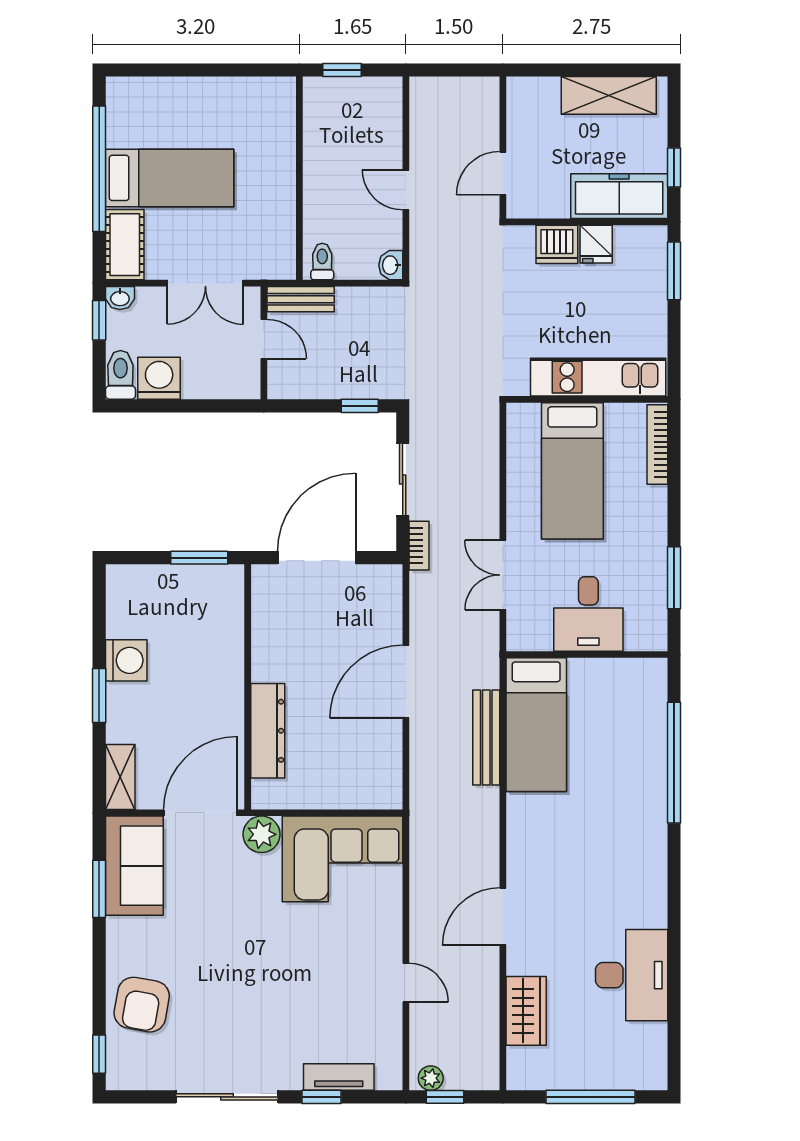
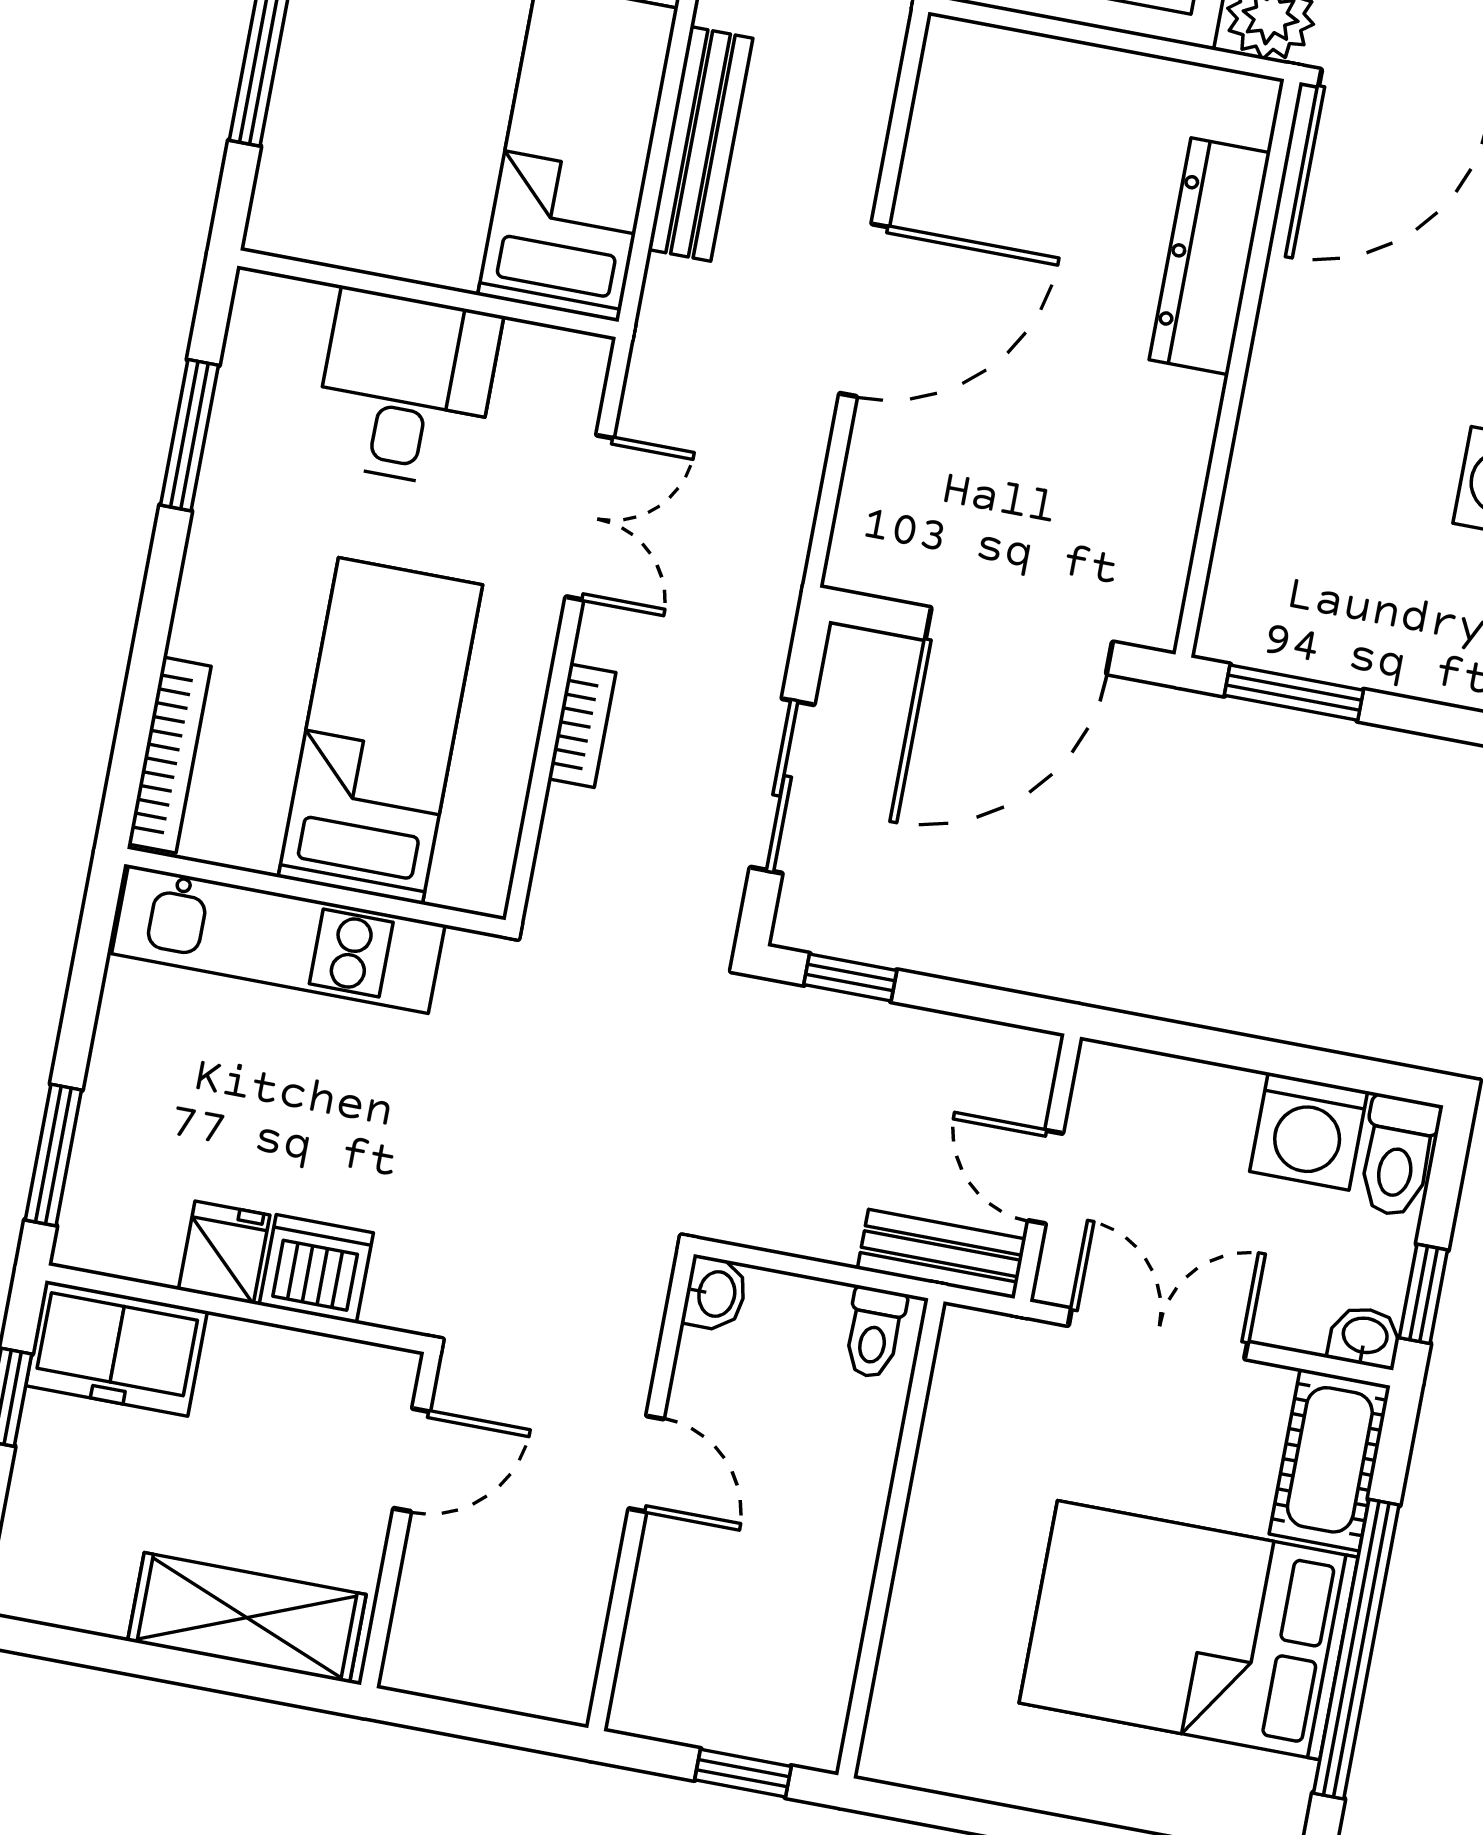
shelving: (609, 95) -> (247, 1618), moved
bed: (170, 178) -> (1189, 1630), width x1.50
freezer: (619, 196) -> (117, 1348), width x0.71
bookcase: (419, 546) -> (582, 726), moved, turned 180

